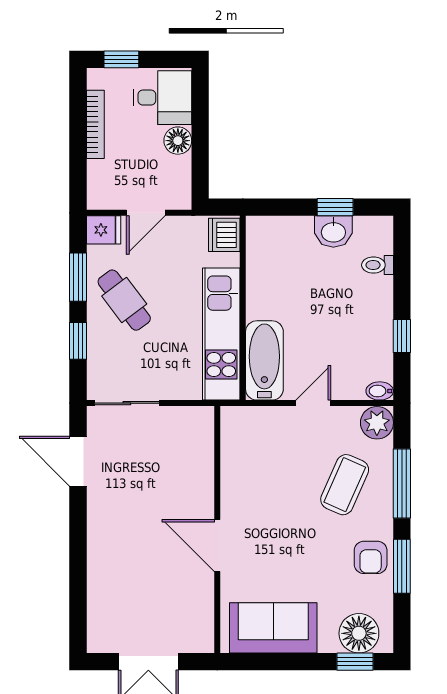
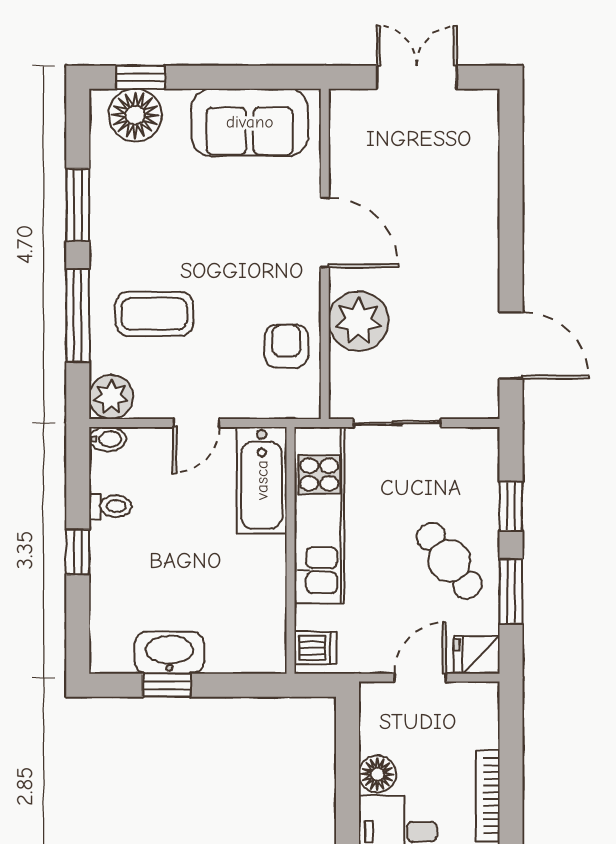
washbasin: (333, 231) -> (169, 653), width x1.38
dishwasher: (224, 235) -> (315, 648), width x0.73
toilet: (378, 265) -> (110, 506), moved
window: (402, 336) -> (78, 552), moved
sliding door: (127, 403) -> (397, 423), moved
plant: (192, 479) -> (358, 321), added
coffee table: (345, 485) -> (154, 314), turned 66
armchair: (371, 557) -> (286, 346), moved

